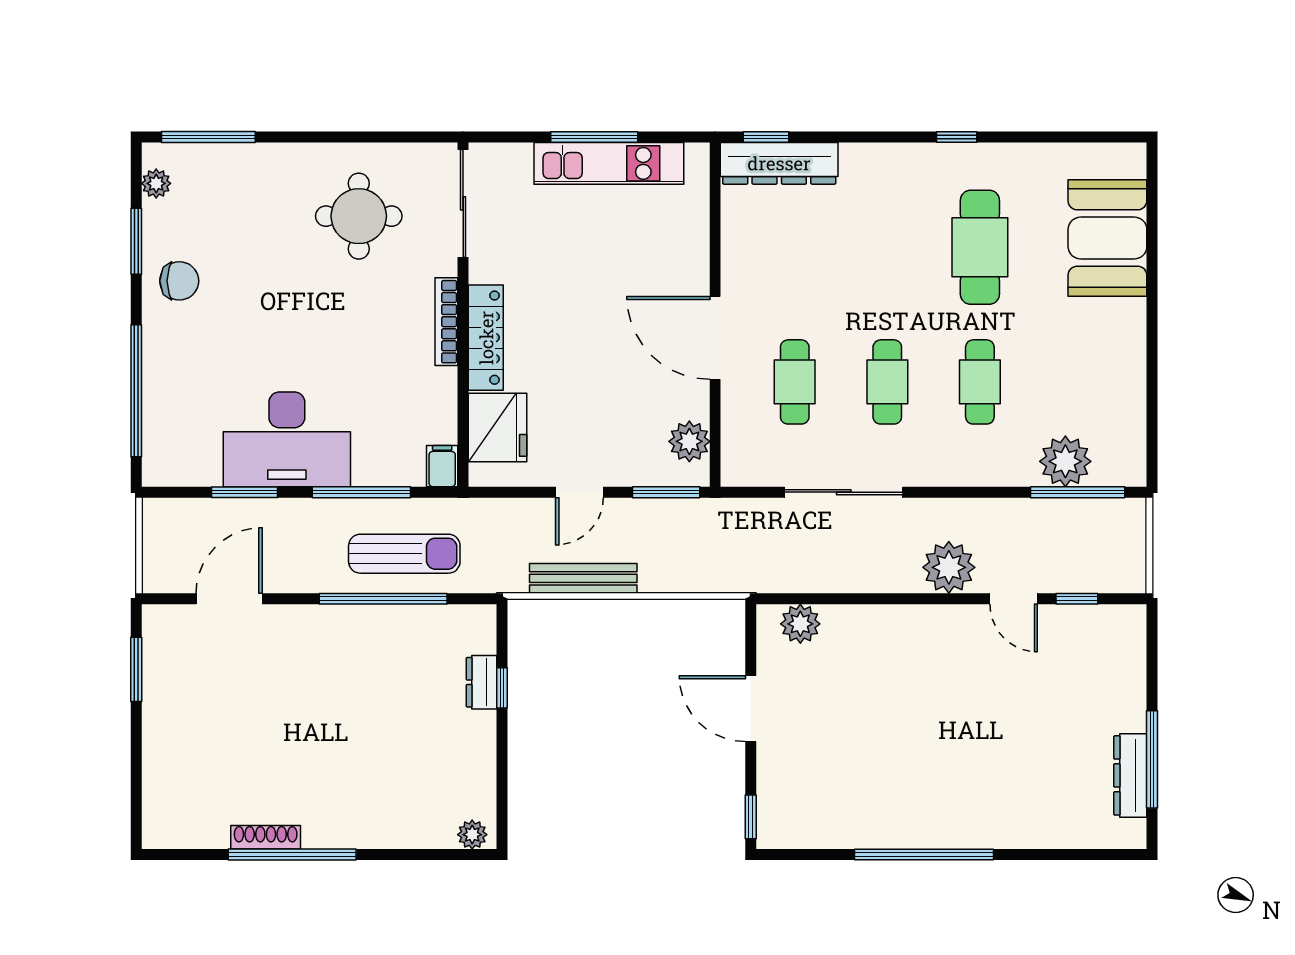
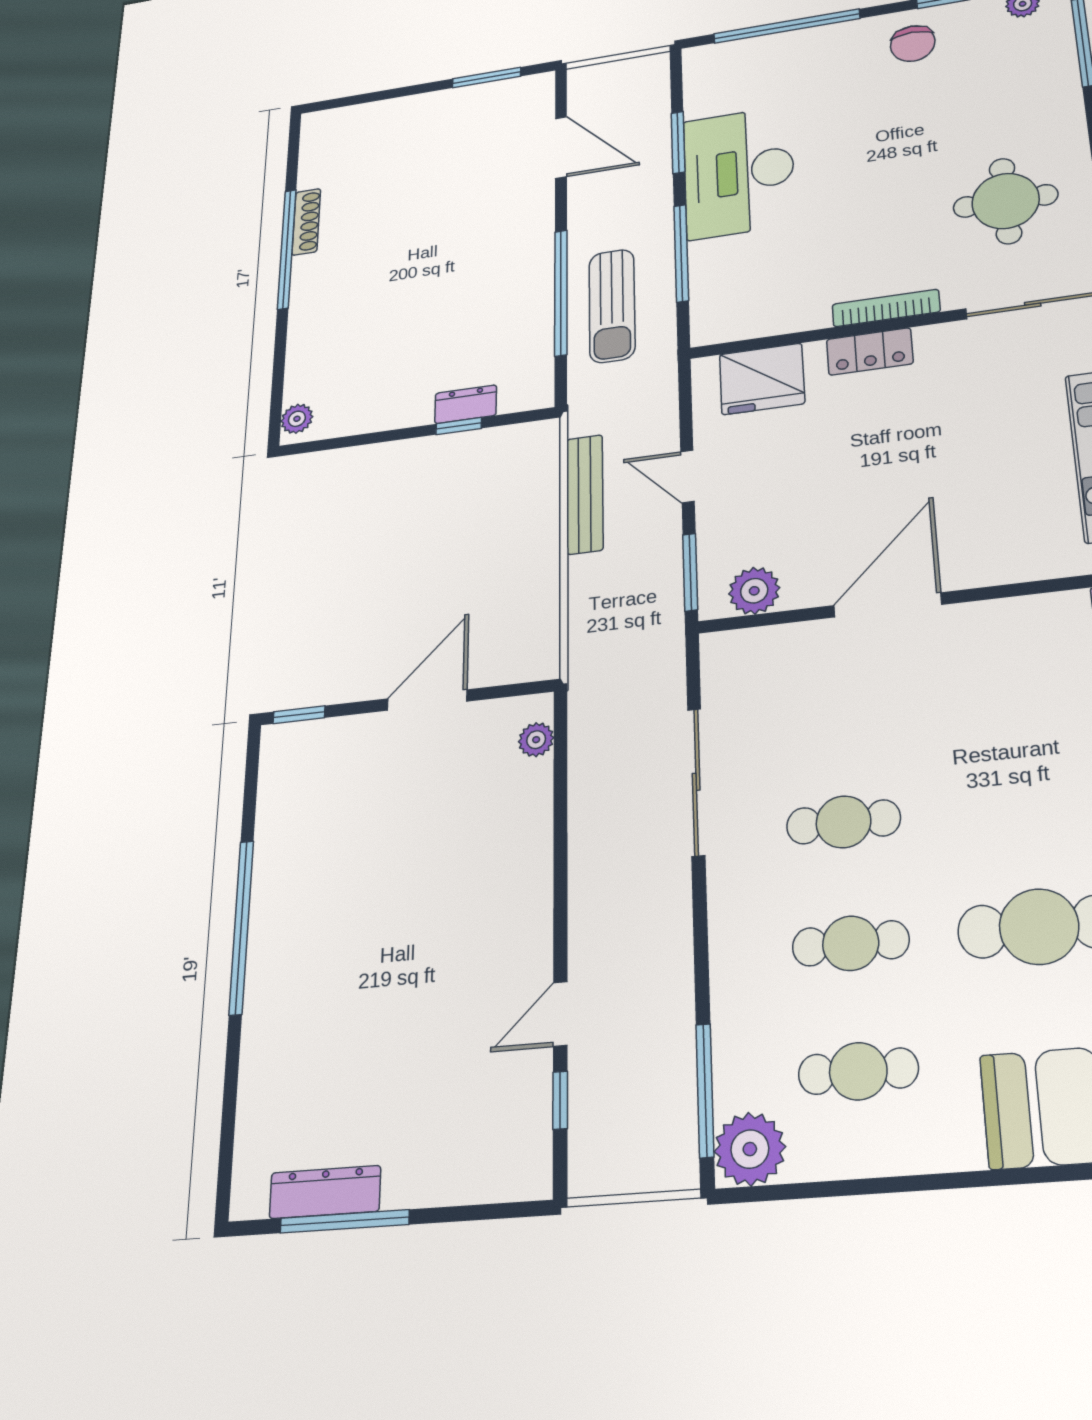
locker: (486, 338) -> (870, 351), width x0.66
cafe table: (795, 382) -> (858, 1071), moved
plant: (1065, 461) -> (750, 1149), moved
filing cabinet: (442, 466) -> (714, 329), removed
plant: (949, 567) -> (601, 925), removed
plant: (800, 624) -> (536, 740), width x0.73, depth x0.73

